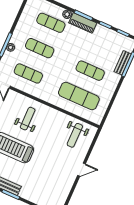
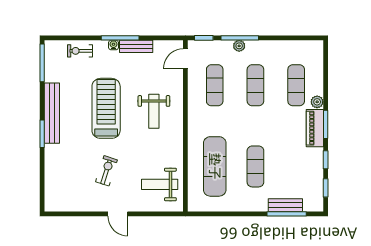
weight bench: (28, 119) -> (154, 111), turned 90
exercise bike: (52, 165) -> (106, 171), added

